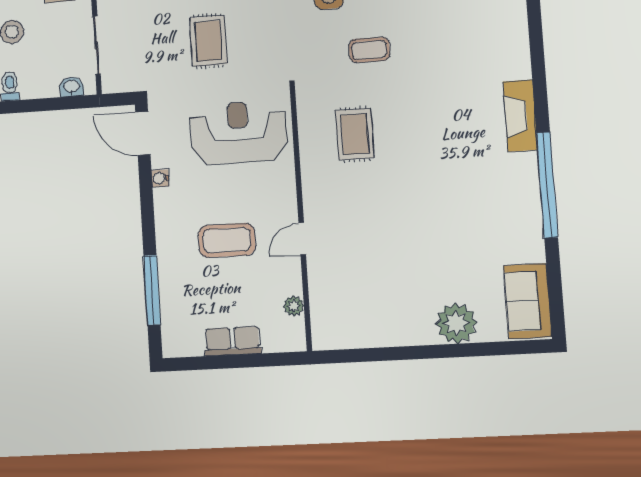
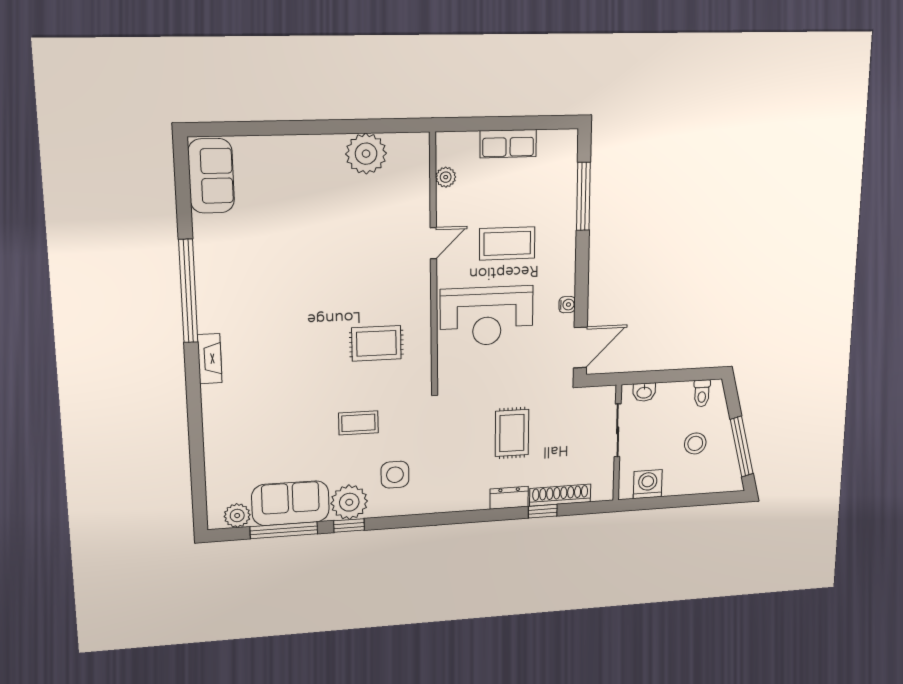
fireplace: (520, 116) -> (210, 359), width x0.73, depth x0.76
door: (143, 133) -> (580, 347), hinge flipped
reception desk: (238, 133) -> (487, 316), moved
rug: (355, 134) -> (376, 343), turned 90
plant: (456, 323) -> (366, 154), moved

